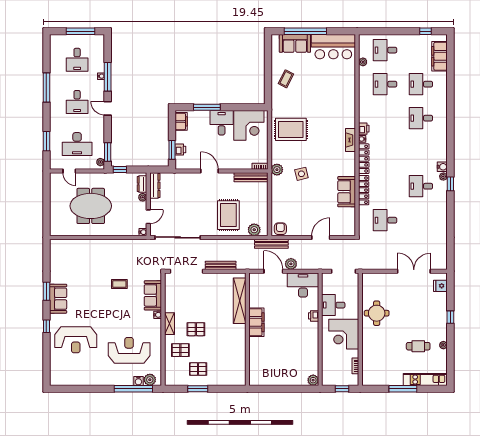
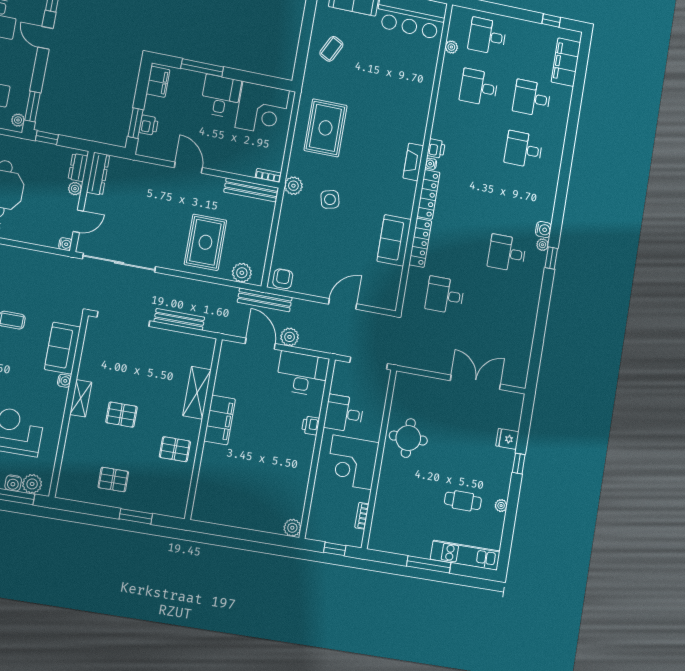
rug: (291, 129) -> (325, 128), turned 90
fridge: (440, 286) -> (507, 439), moved
shelving: (240, 301) -> (197, 393), width x0.68
pallet: (180, 350) -> (175, 449), moved
window: (198, 389) -> (136, 516), moved

